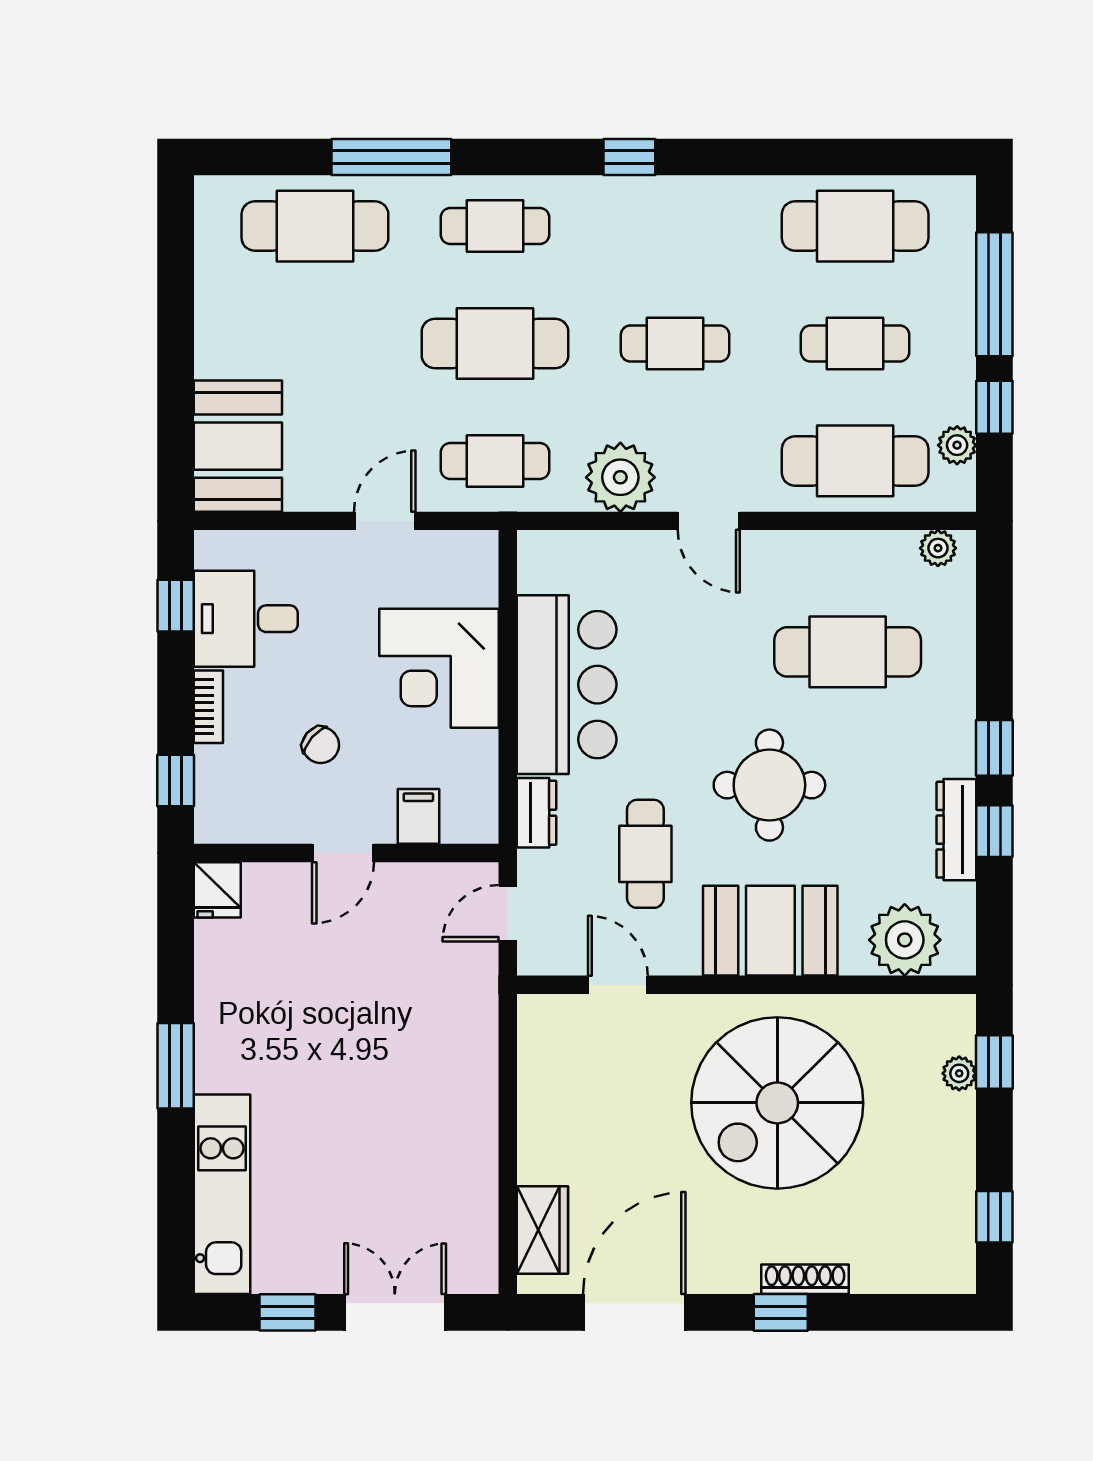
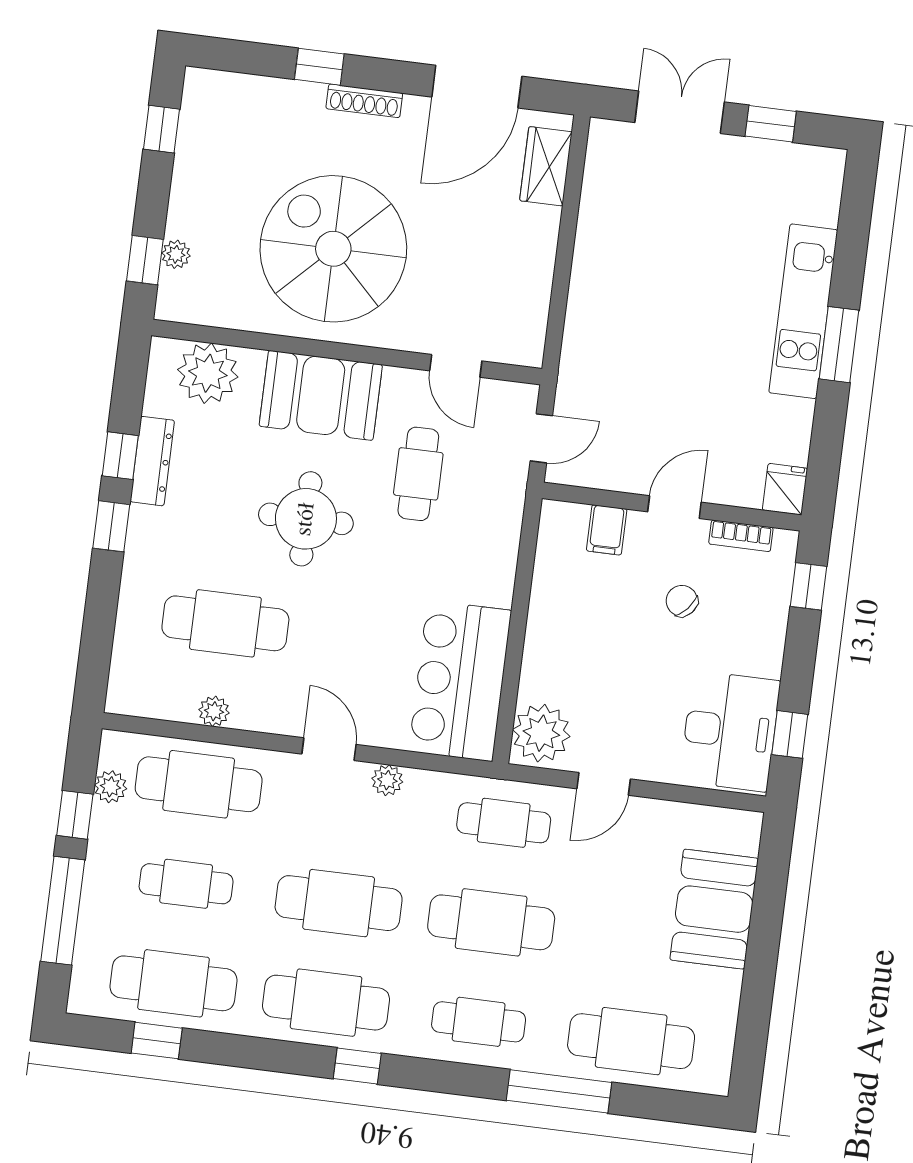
window: (866, 157) -> (157, 1041), added
cafe table: (675, 226) -> (326, 1003), added
cafe table: (675, 343) -> (339, 903), width x1.37, depth x1.35
booth: (238, 446) -> (714, 909), moved
plant: (620, 477) -> (387, 780), width x0.53, depth x0.53
plant: (938, 548) -> (214, 711), moved
plant: (464, 571) -> (541, 733), added
desk: (246, 619) -> (730, 731), width x1.37
corner desk: (439, 668) -> (573, 653), removed
bar counter: (567, 685) -> (460, 681), moved
bookcase: (208, 707) -> (741, 536), moved, turned -90
dresser: (536, 813) -> (506, 520), removed
spiral stairs: (777, 1103) -> (333, 249), turned -90
kitchen unit: (222, 1194) -> (803, 311), moved
shoe rack: (805, 1279) -> (364, 101), moved
double door: (395, 1312) -> (680, 112), swing flipped
window: (781, 1312) -> (319, 67), moved

